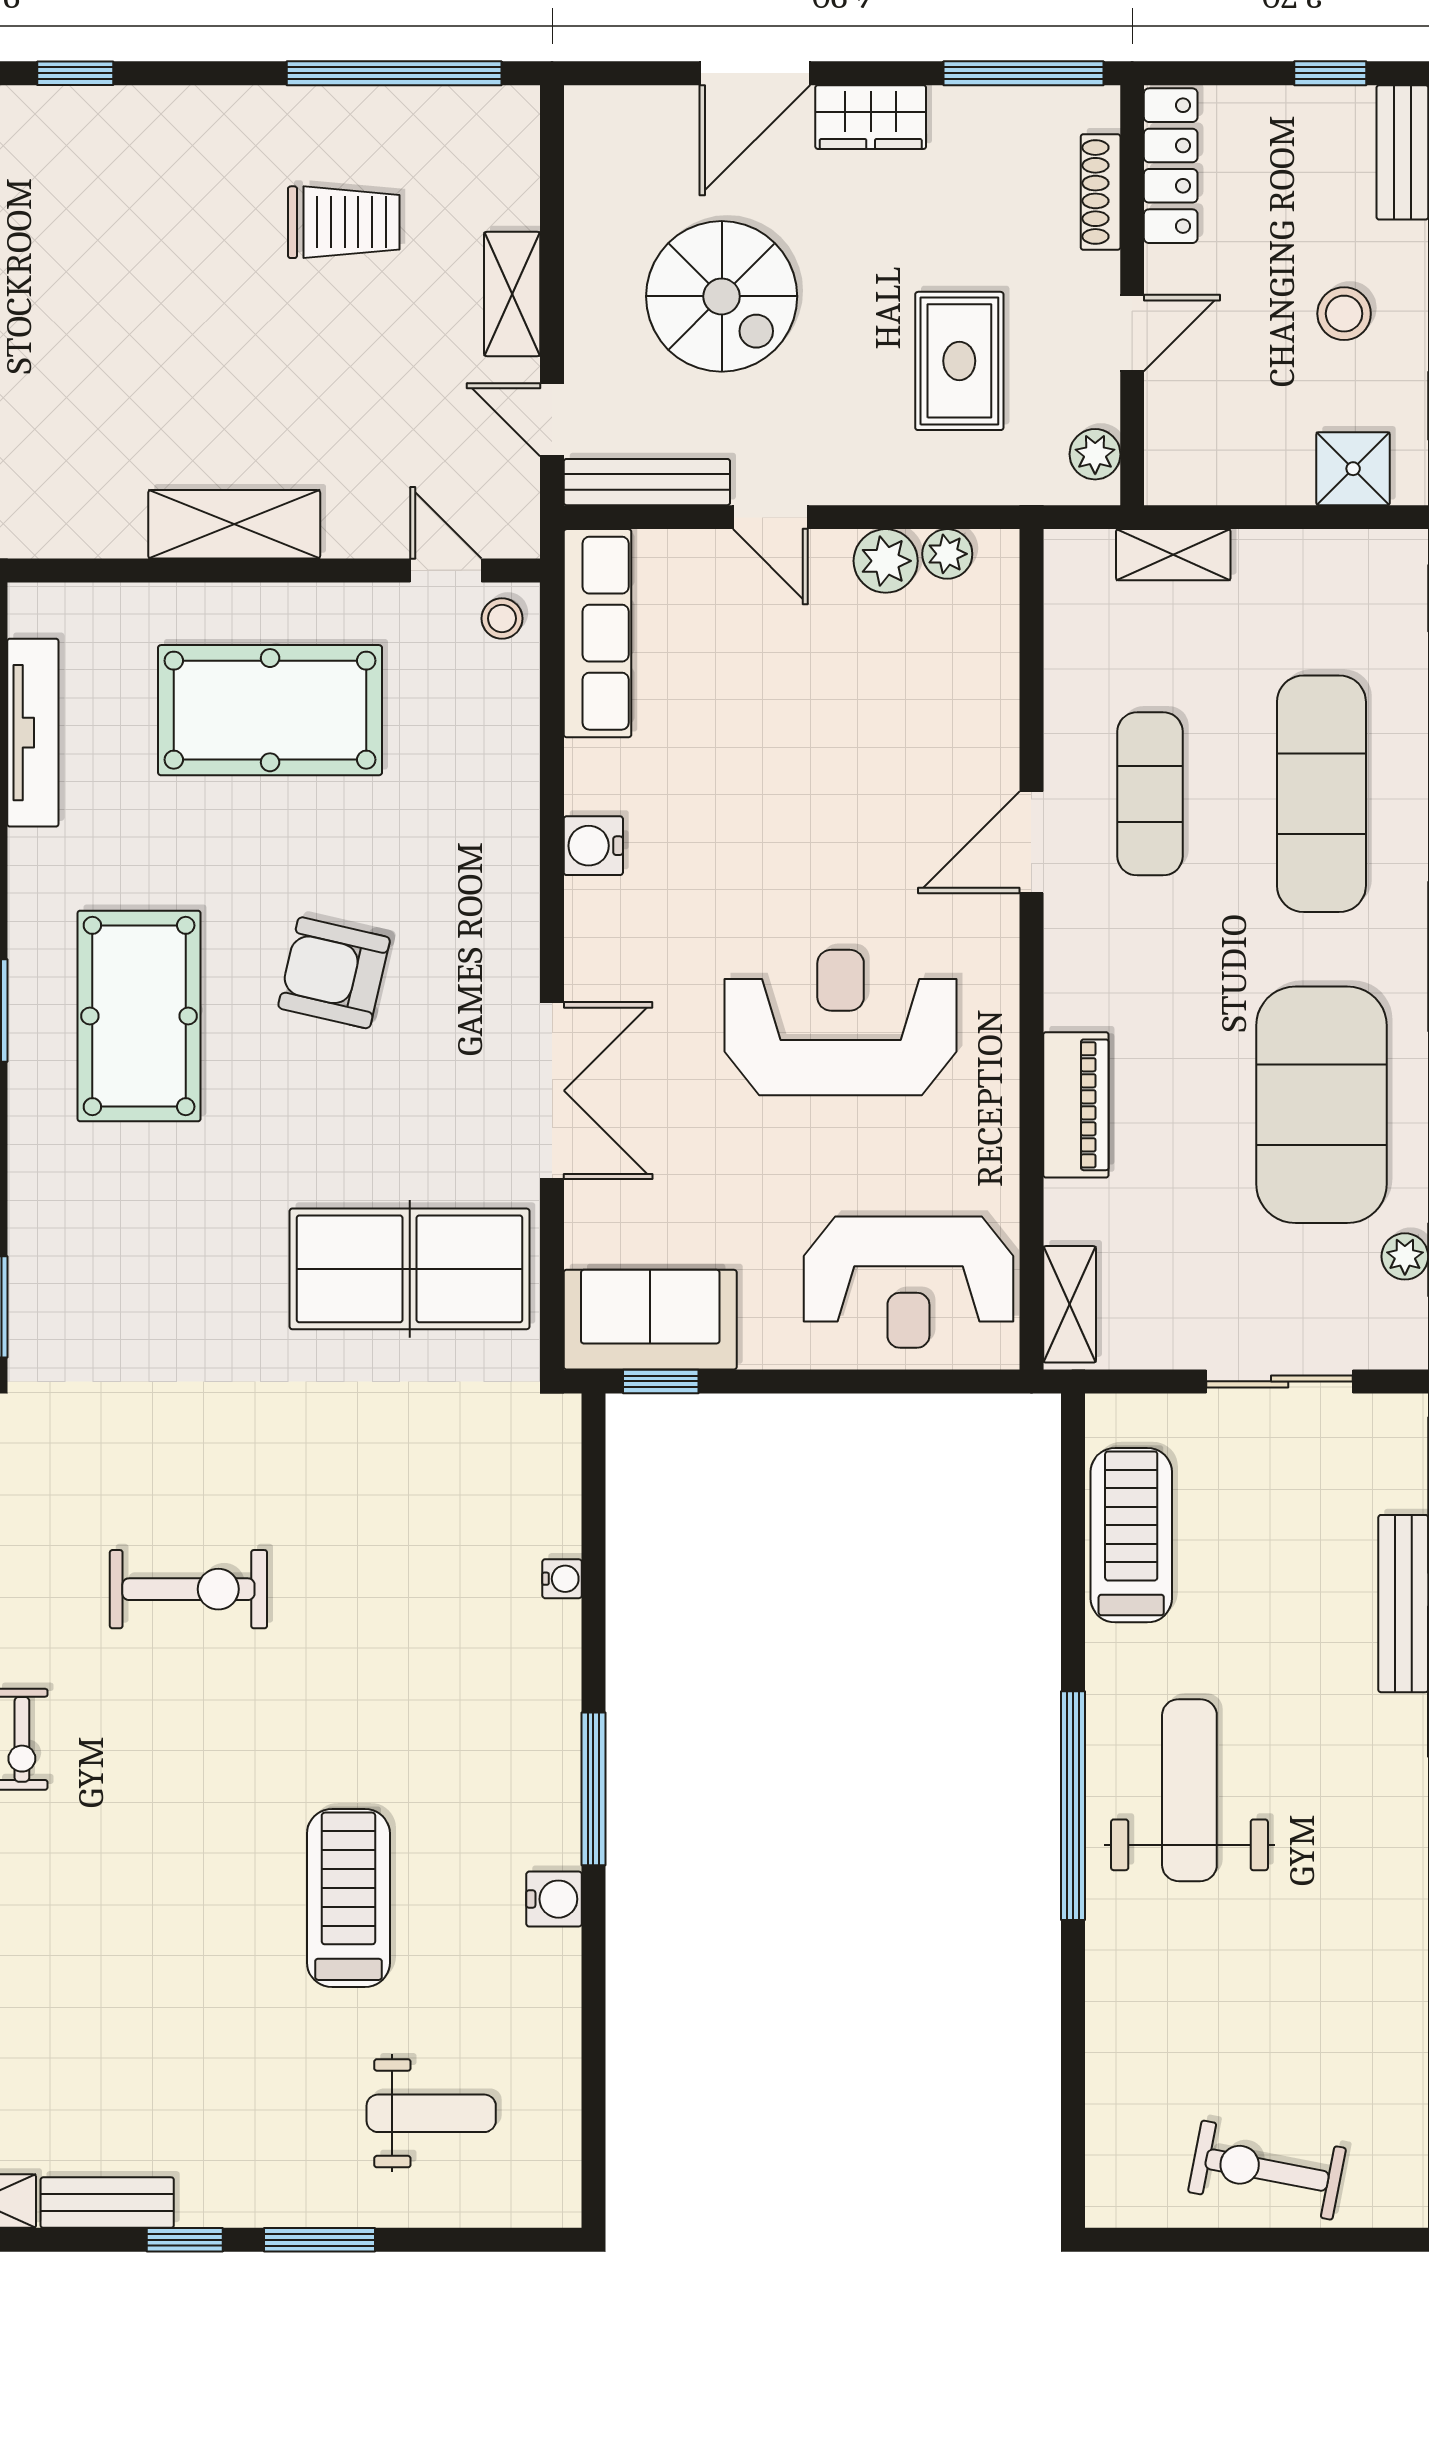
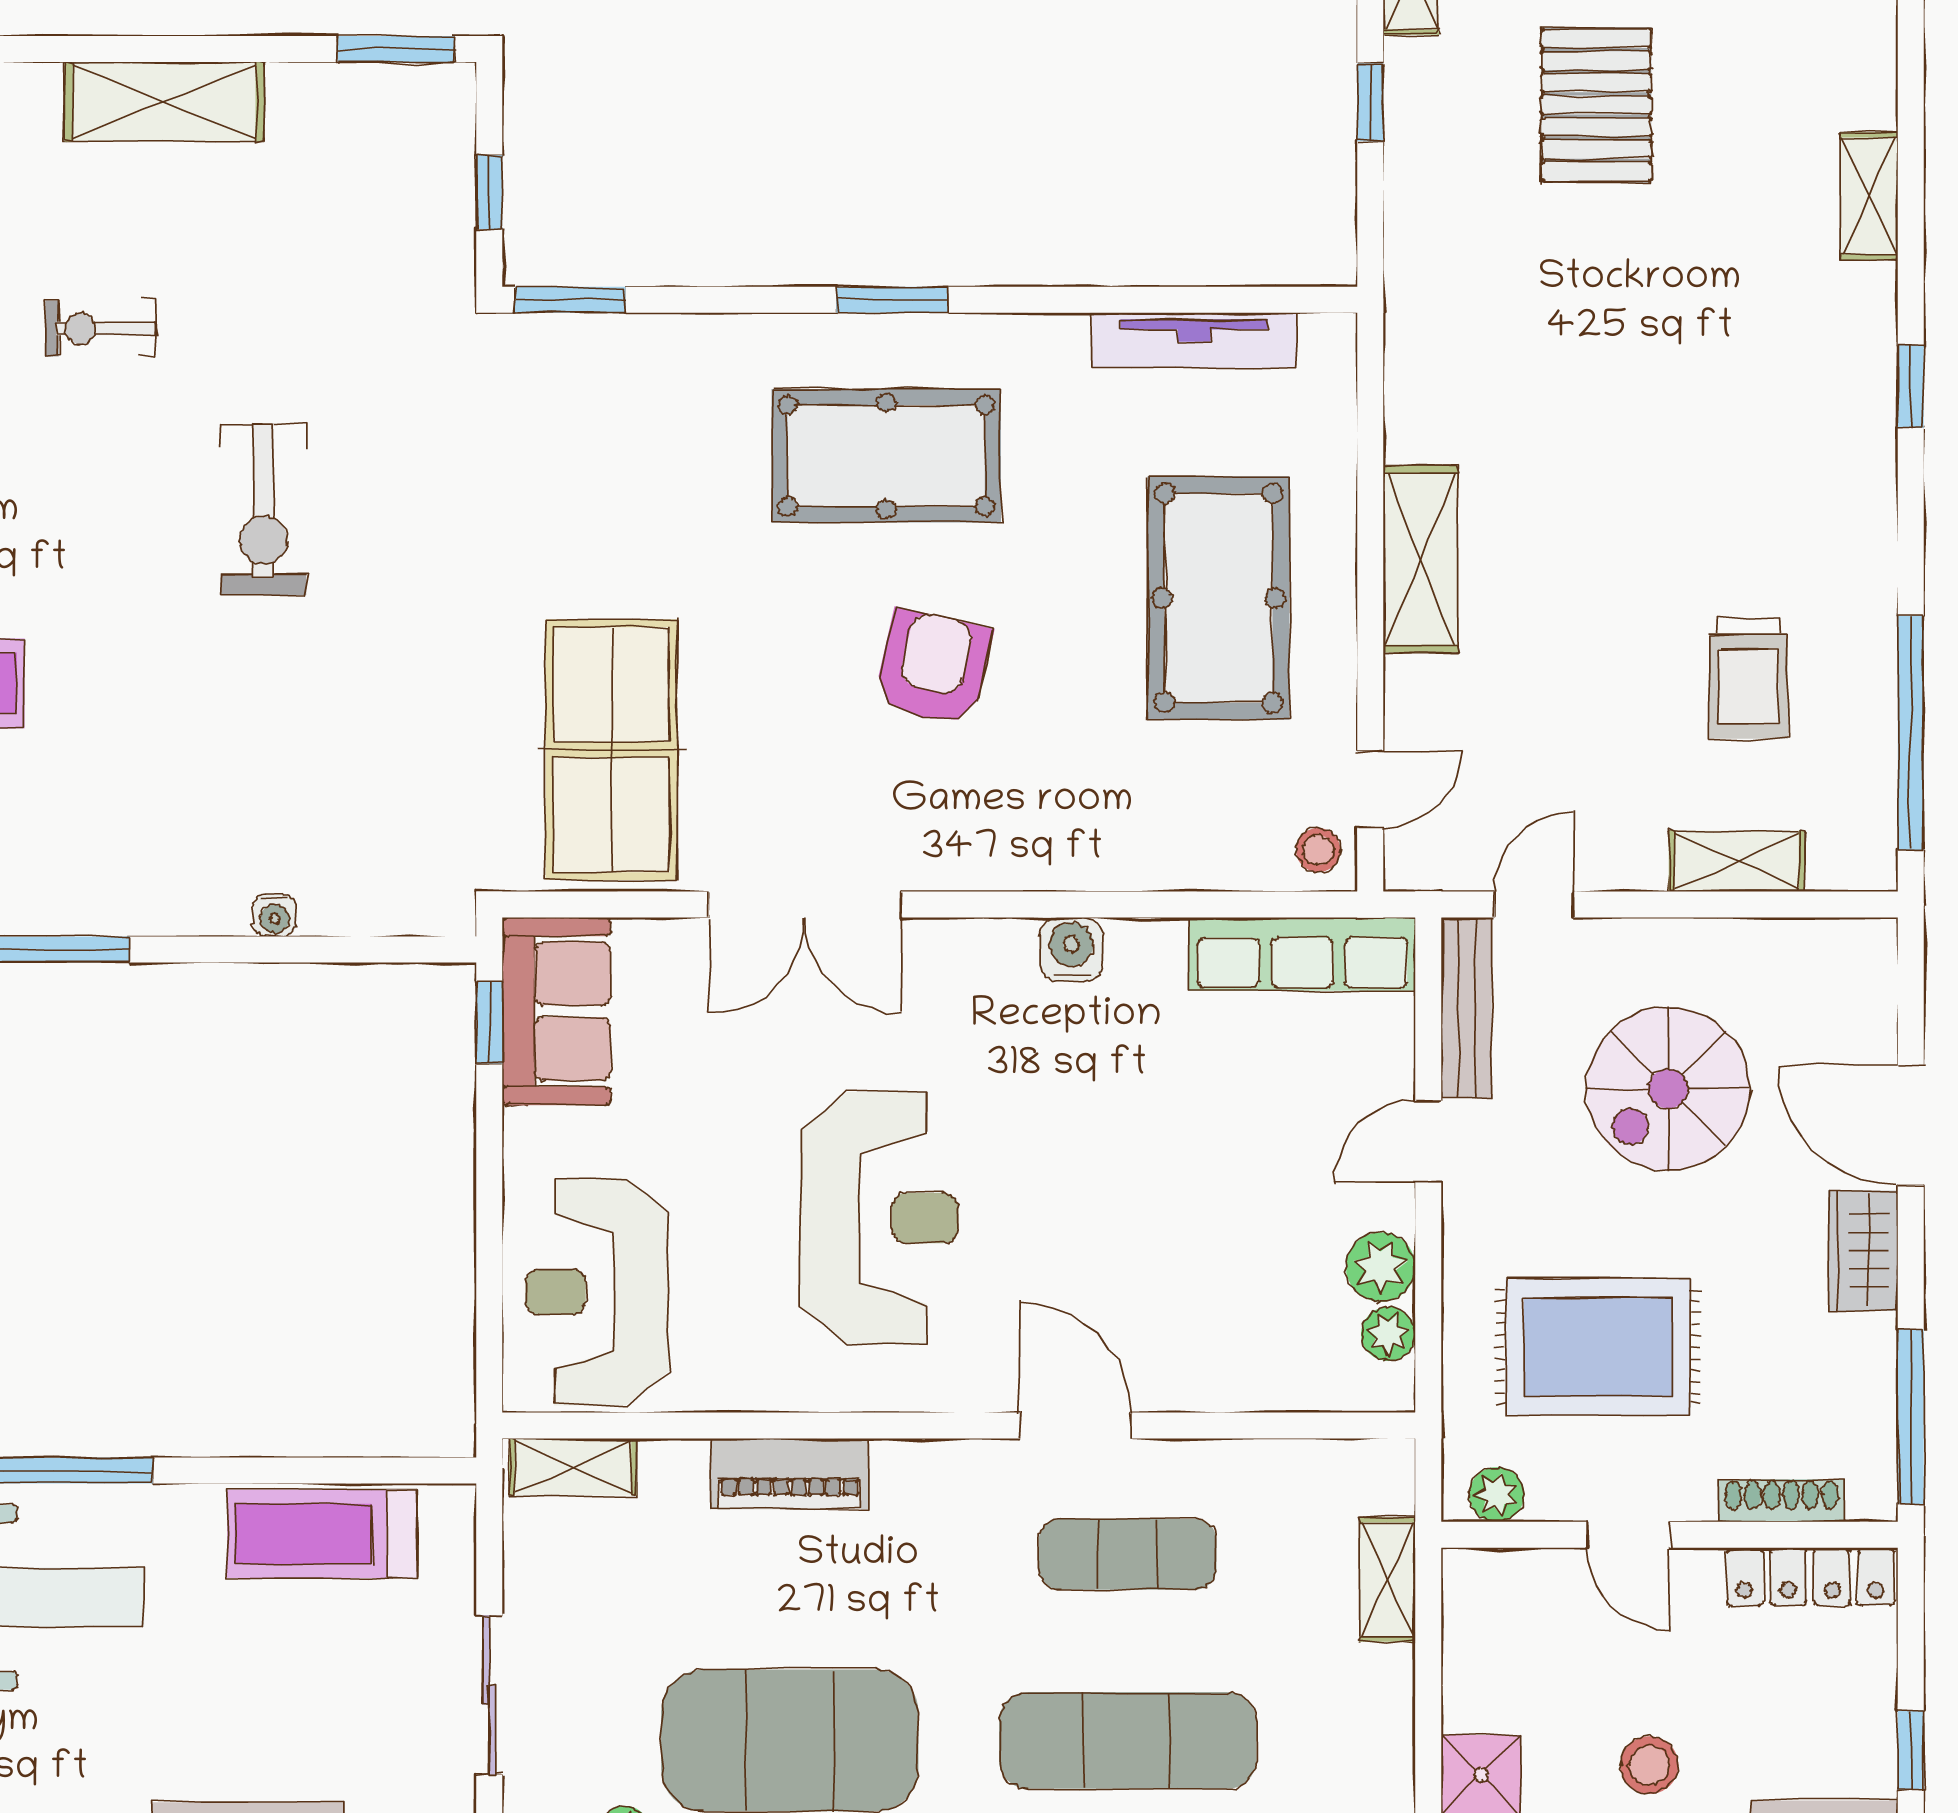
shelving: (512, 294) -> (1737, 861), moved
rug: (959, 361) -> (1598, 1347), width x1.36, depth x1.43
treadmill: (1131, 1535) -> (322, 1534), turned 180

